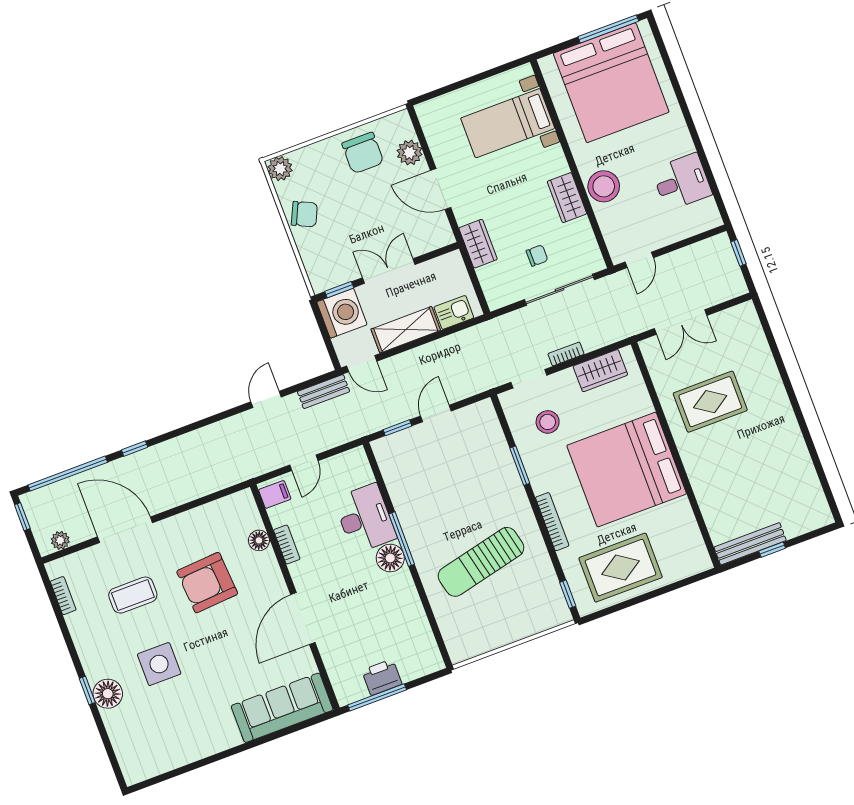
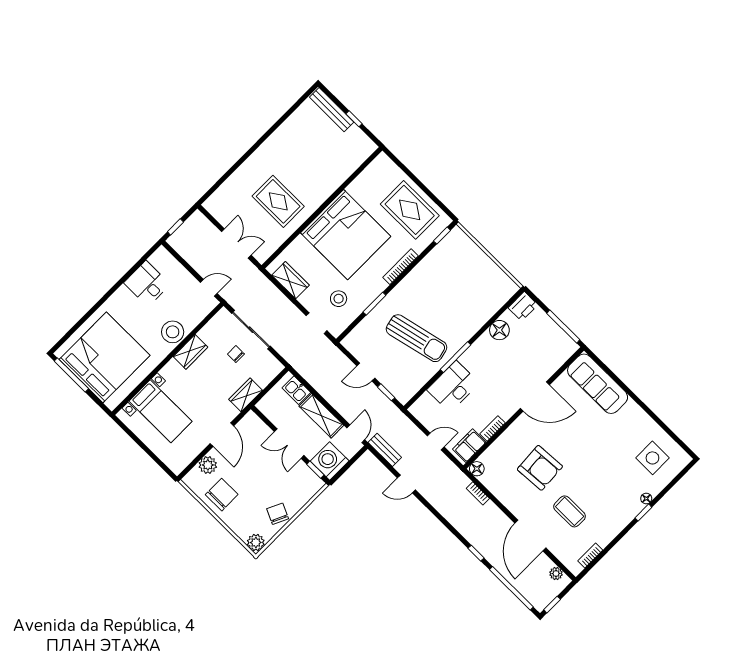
bookcase: (566, 354) -> (478, 493), moved
filing cabinet: (275, 494) -> (469, 446), width x2.00
floor lamp: (259, 540) -> (477, 469), moved
bench: (750, 544) -> (332, 110), moved
floor lamp: (390, 558) -> (499, 330), moved
sun lounger: (481, 562) -> (417, 338), moved
side table: (159, 664) -> (652, 458), moved
printer: (382, 677) -> (523, 306), moved, turned -90
floor lamp: (108, 694) -> (646, 499), width x0.53, depth x0.53

